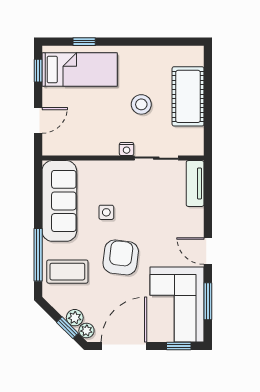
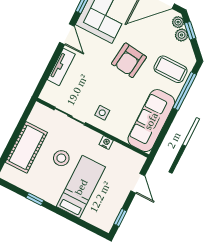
window: (84, 42) -> (35, 199), moved
bed: (80, 70) -> (81, 187), moved, turned 90
door: (38, 120) -> (138, 183), swing flipped
nightstand: (127, 149) -> (106, 142), moved
tv unit: (195, 183) -> (61, 67), moved
side table: (106, 212) -> (102, 113), moved

